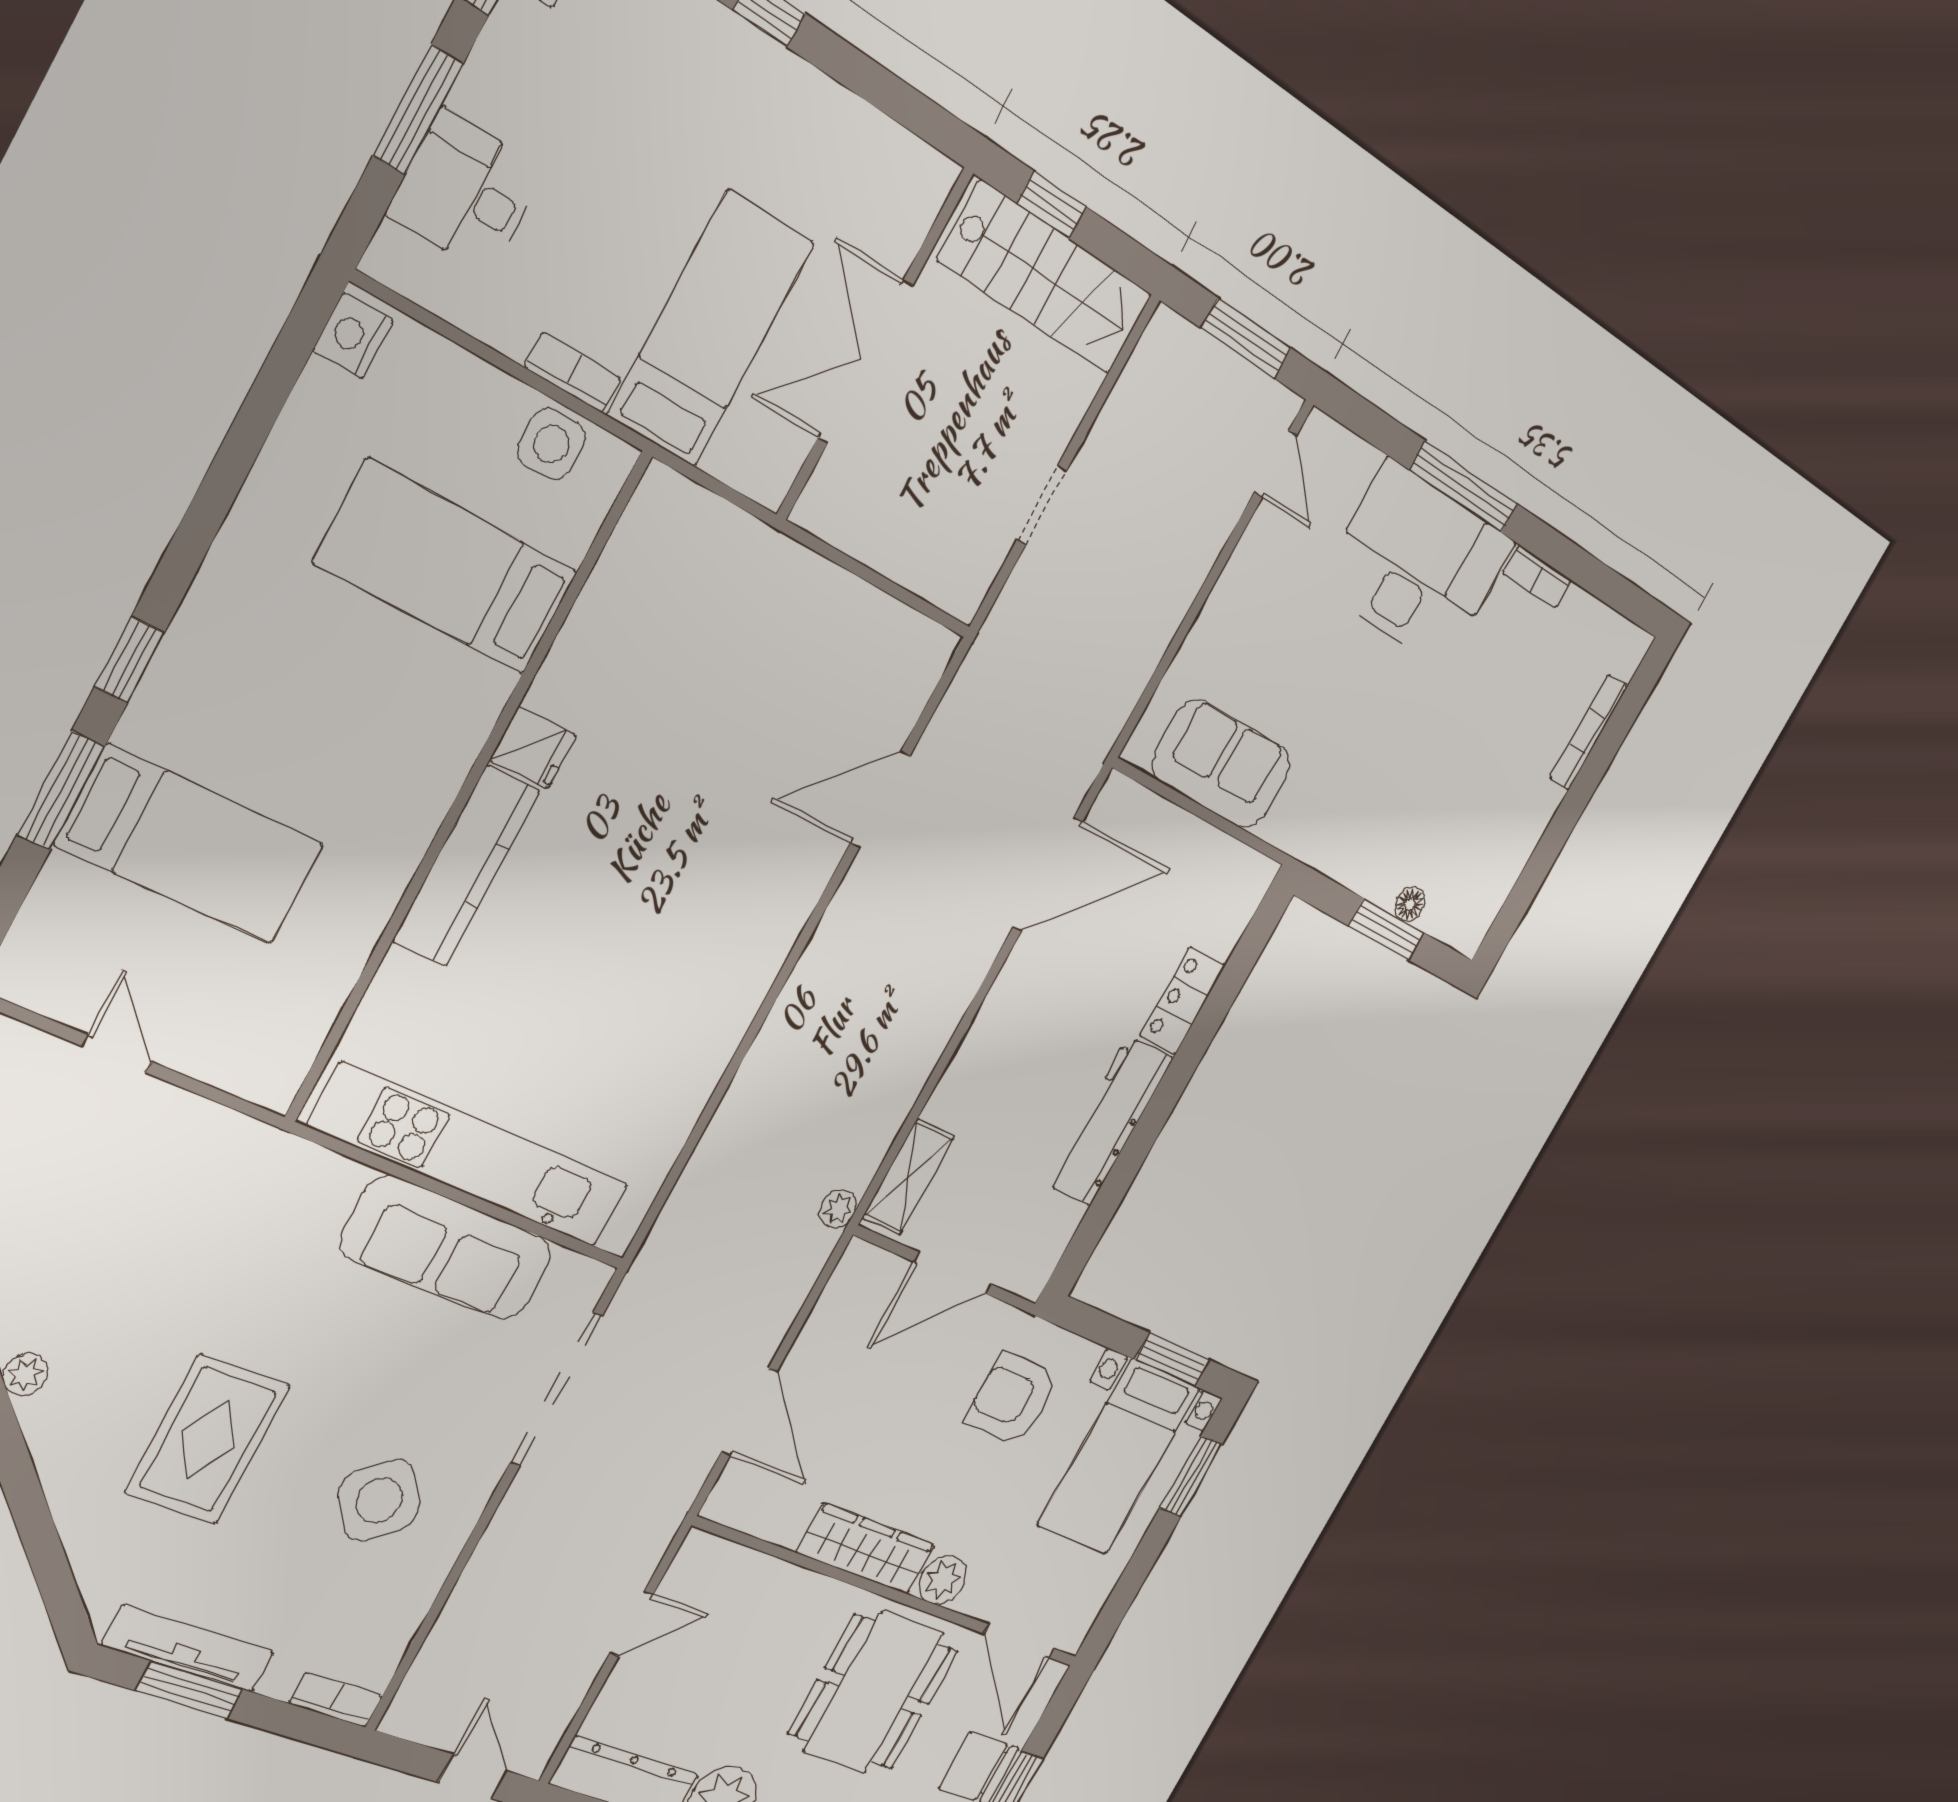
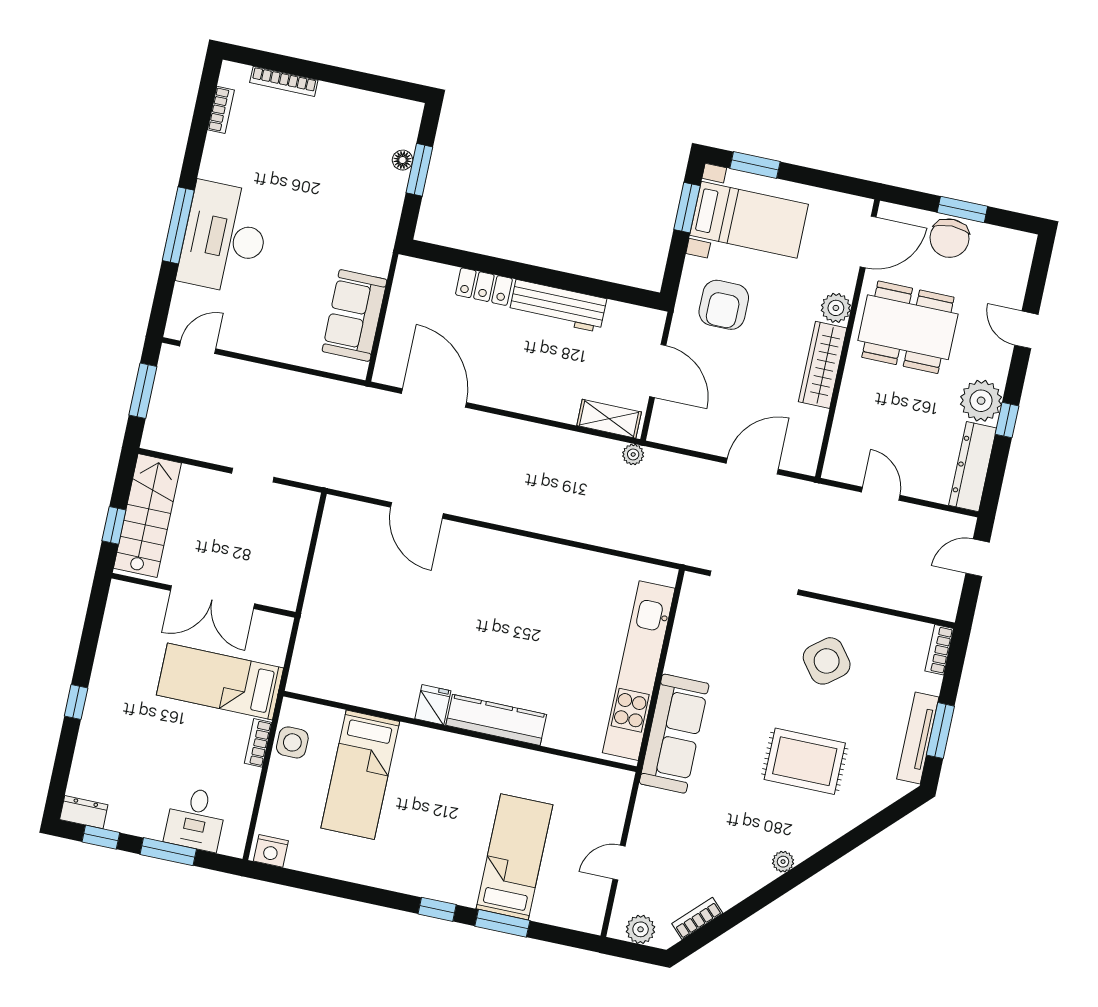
bookcase: (1537, 577) -> (221, 110), moved
sofa: (447, 1248) -> (674, 734), moved

